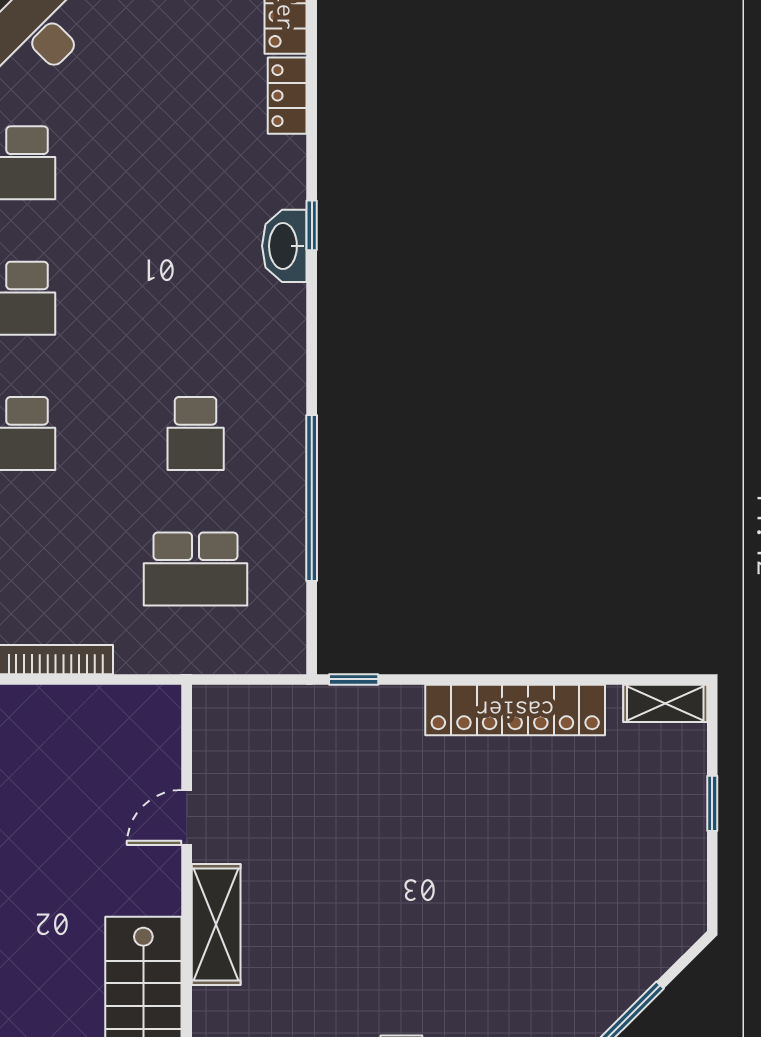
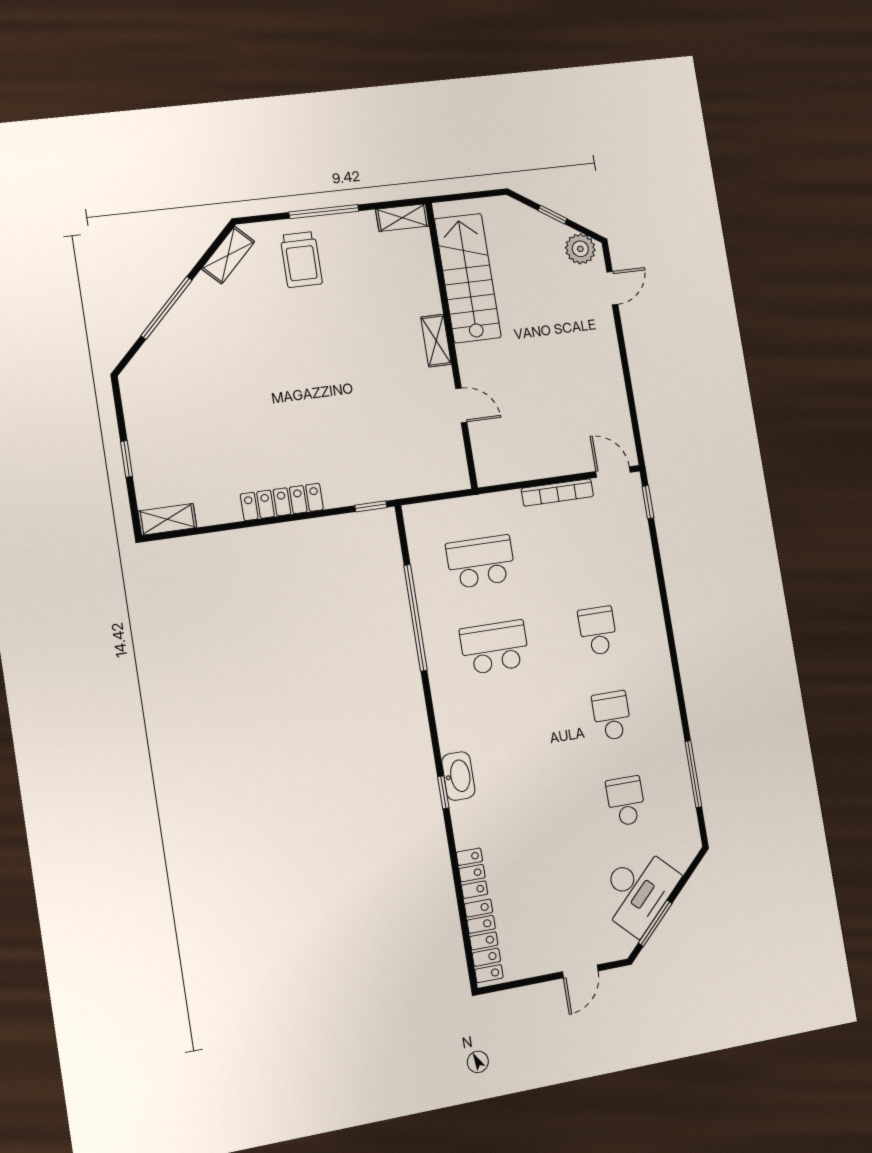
school desk: (196, 434) -> (495, 647), width x1.85
locker: (515, 710) -> (282, 502), width x0.71, depth x0.83
door: (187, 817) -> (461, 405), hinge flipped
shelving: (216, 925) -> (436, 341), width x0.67, depth x0.75

